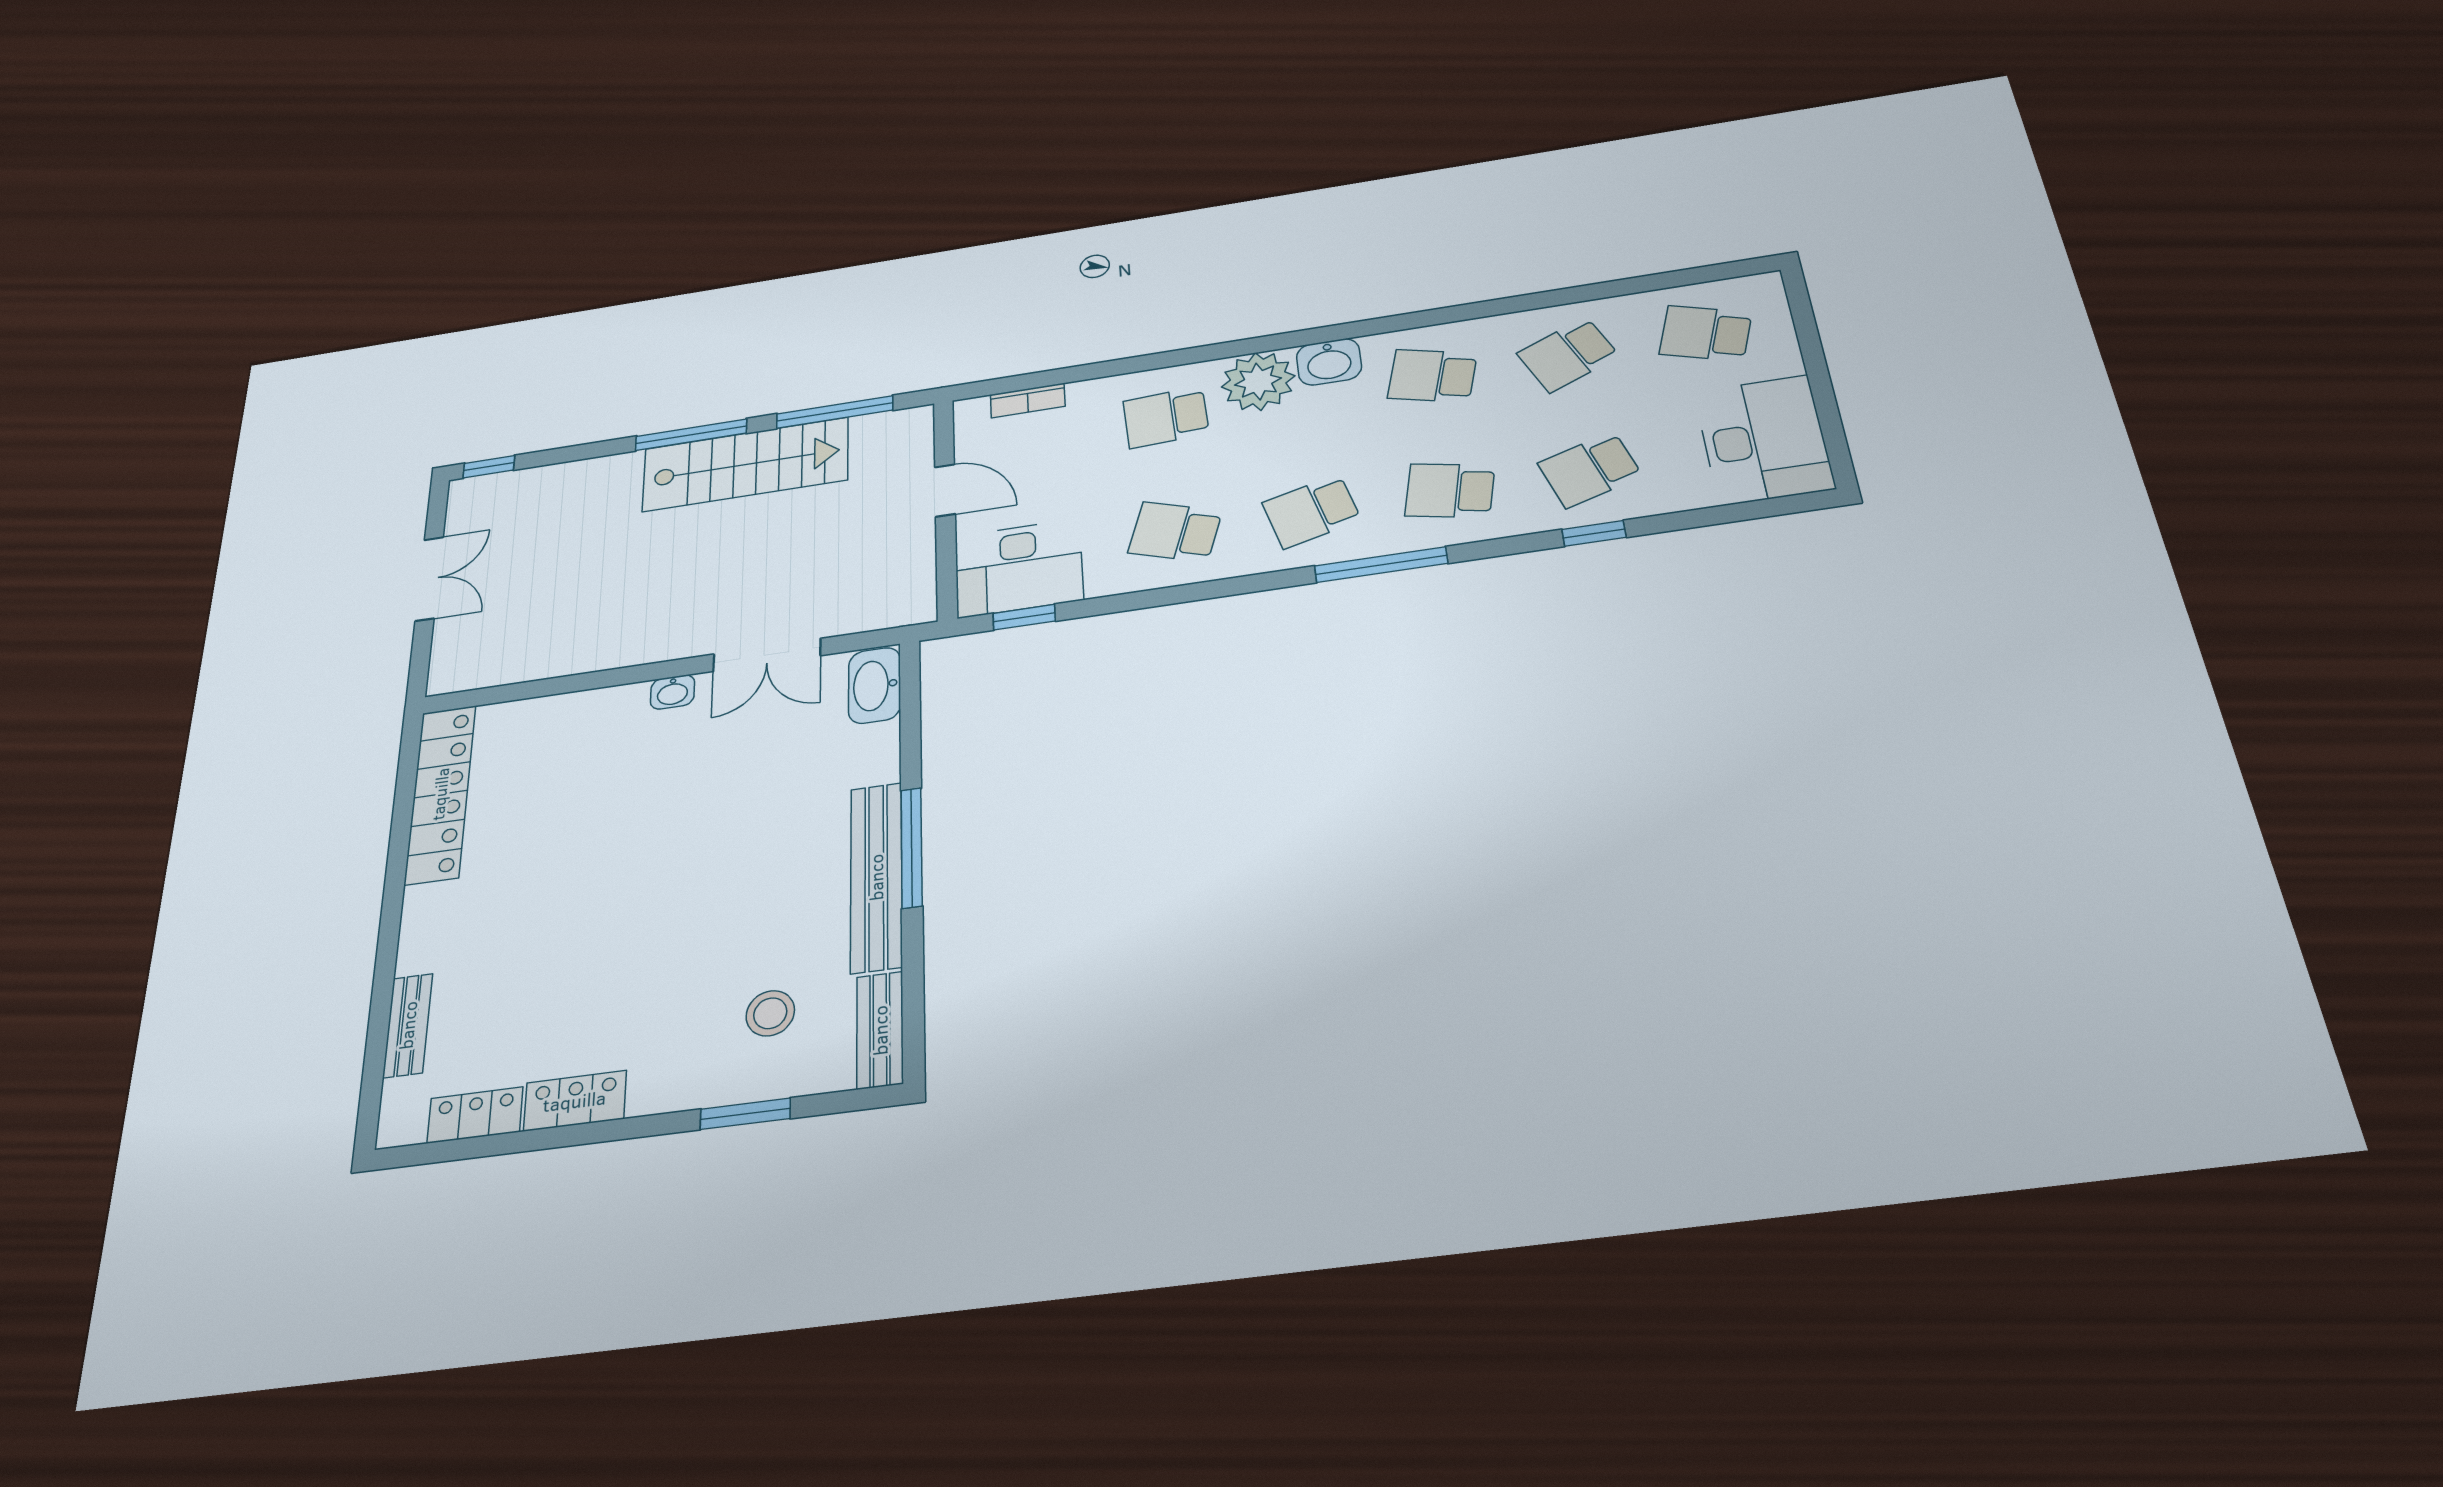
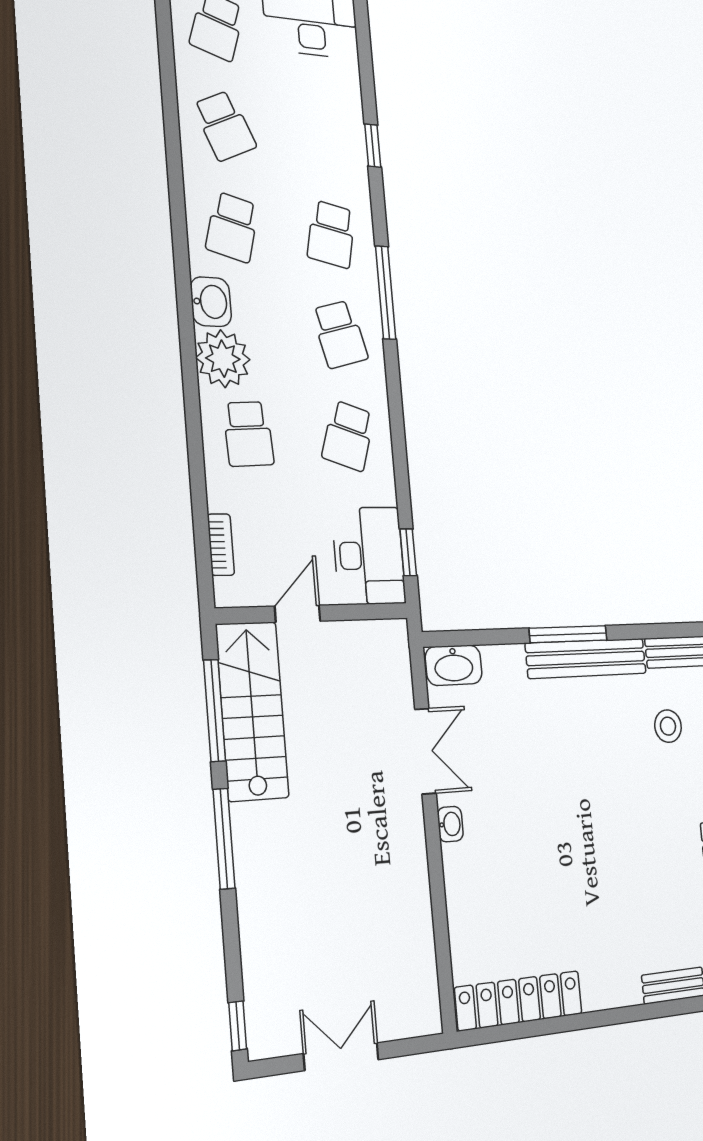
stairs: (745, 464) -> (252, 711), moved
school desk: (1590, 470) -> (323, 135), removed

